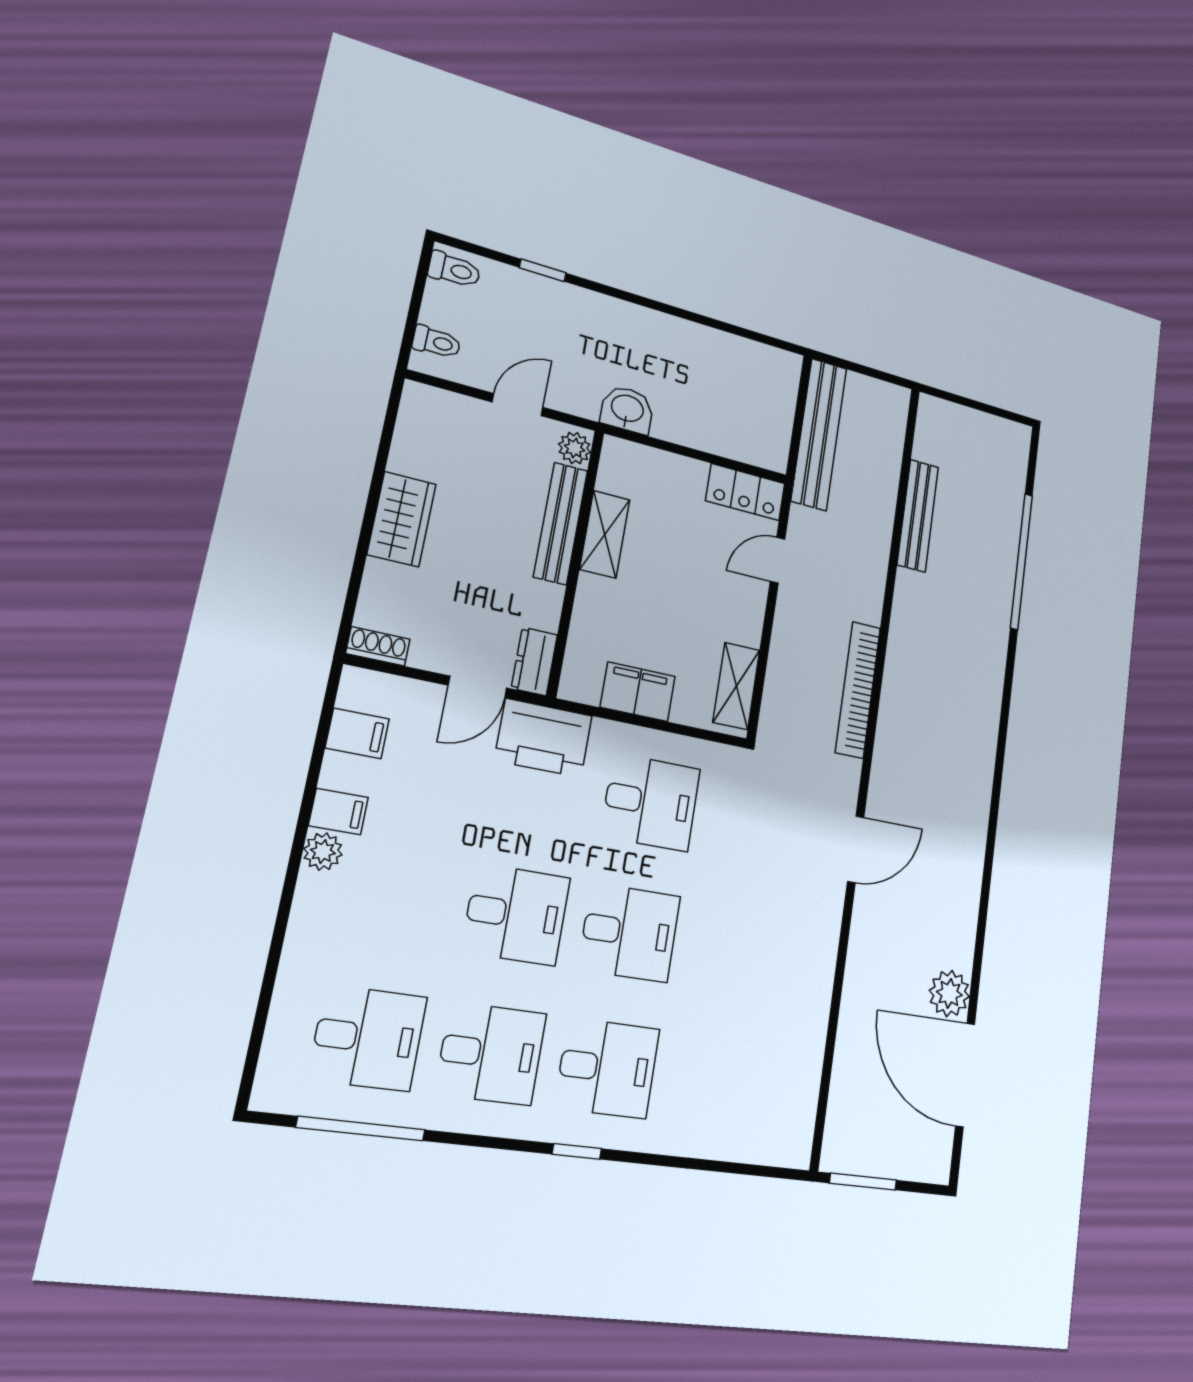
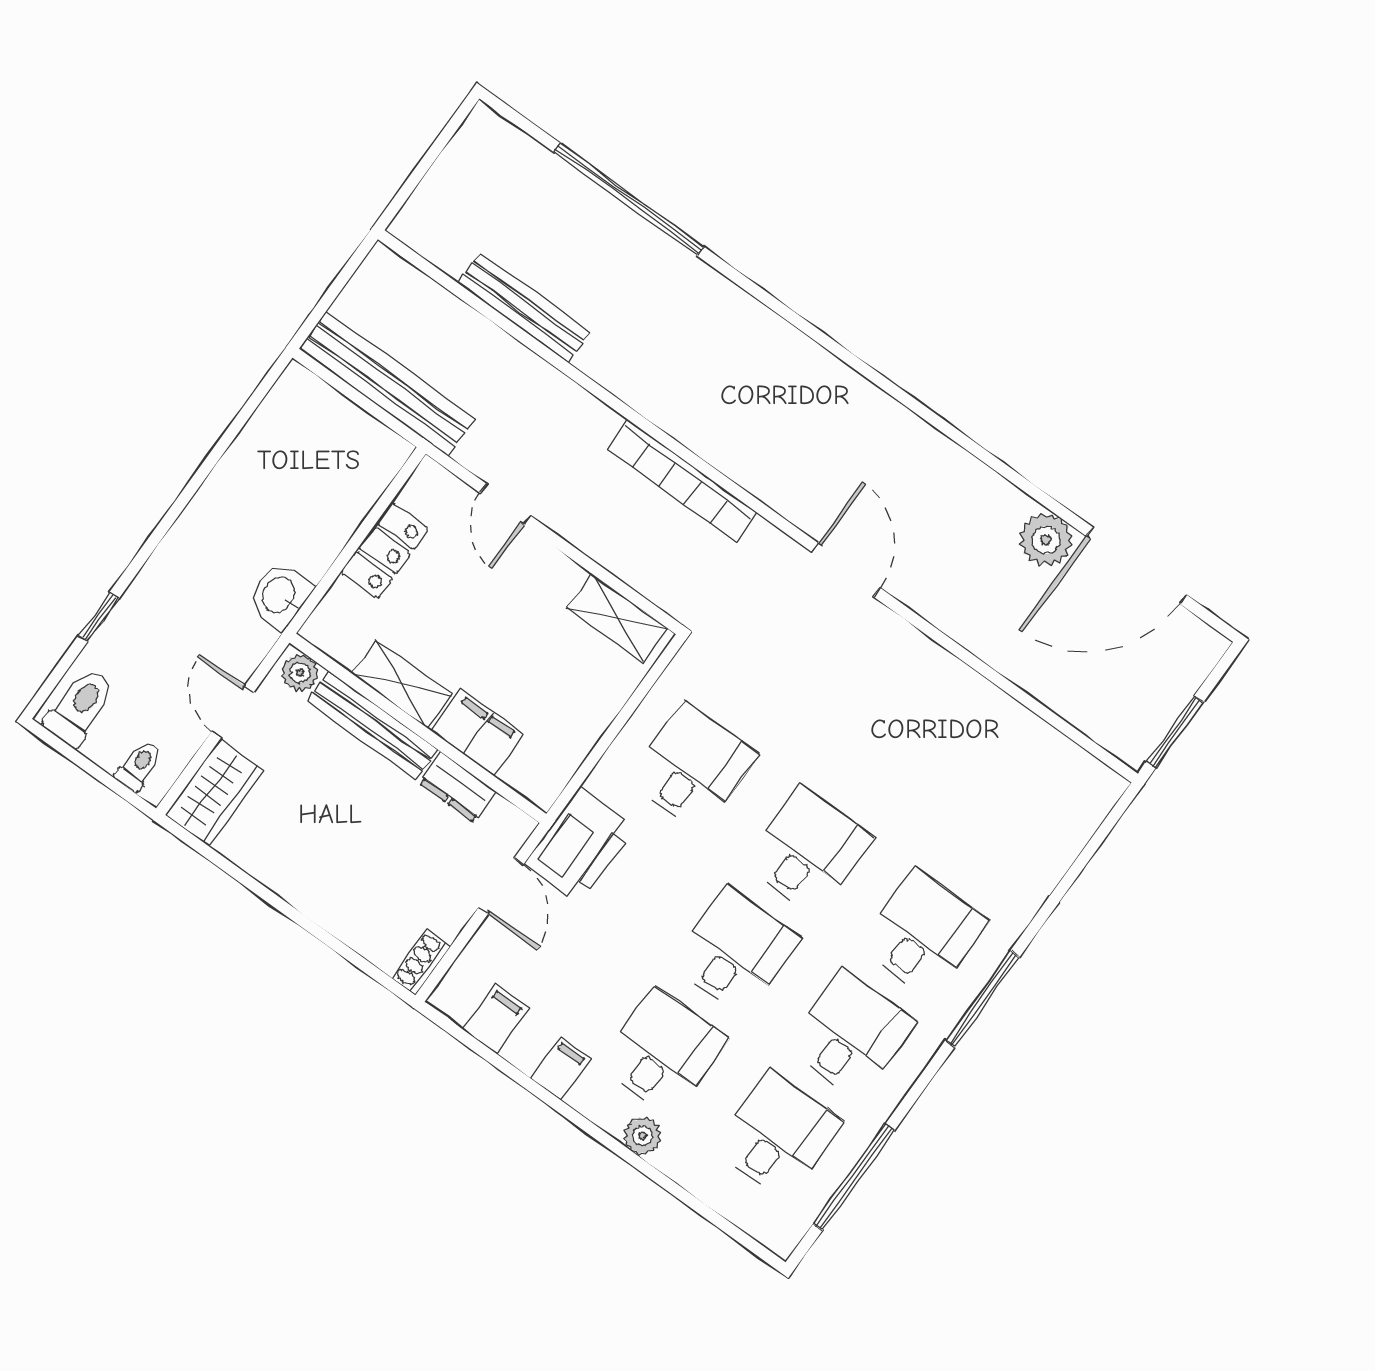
toilet: (454, 270) -> (80, 707), width x1.37, depth x1.39
locker: (745, 492) -> (385, 550), moved
wardrobe: (402, 519) -> (215, 793), moved, turned 90
dresser: (534, 662) -> (457, 787), moved
filing cabinet: (638, 692) -> (477, 732), moved, turned 90
plant: (323, 852) -> (642, 1136), moved
desk: (396, 895) -> (663, 1052), added
window: (577, 1151) -> (983, 999), width x2.17

